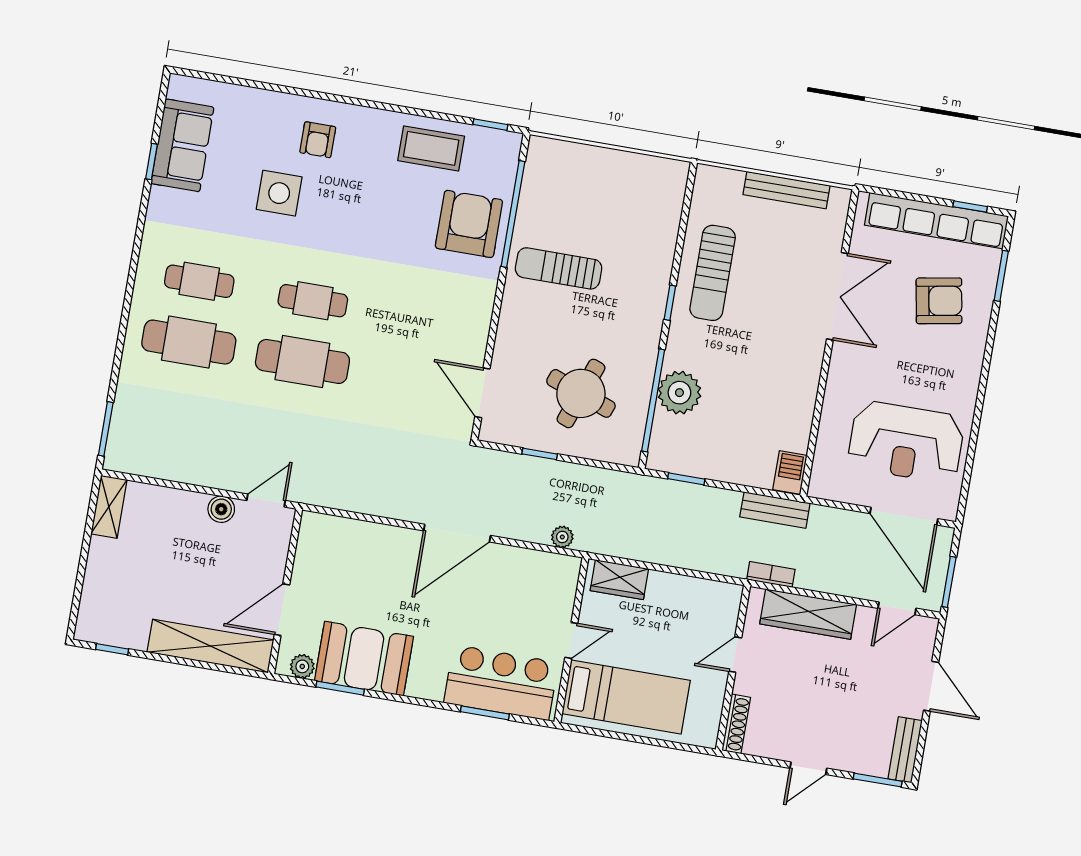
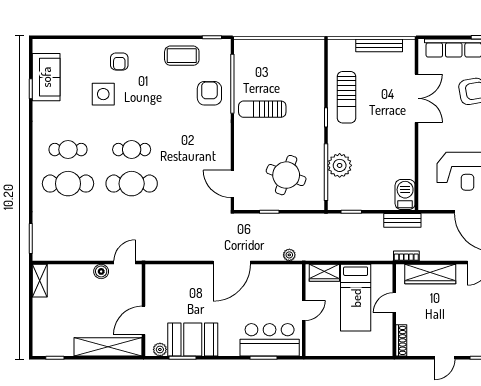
armchair: (469, 224) -> (209, 93), width x0.73, depth x0.73
barbecue: (790, 473) -> (405, 195), width x1.38, depth x1.27
bed: (626, 697) -> (356, 298), moved, turned 90

